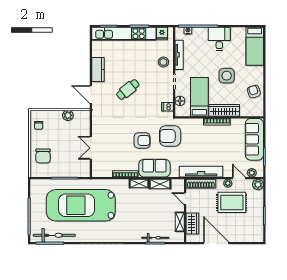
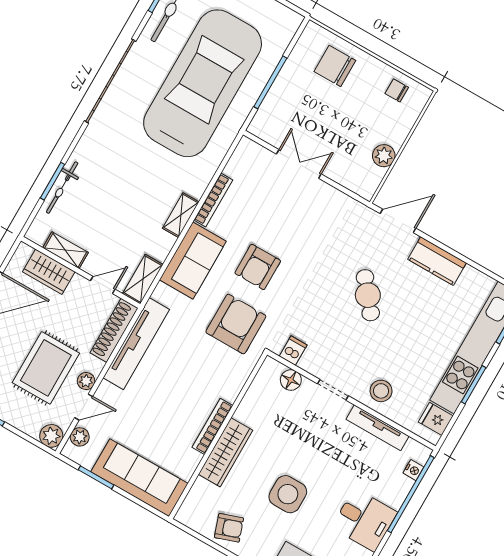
bed: (199, 97) -> (278, 421), removed
shelving: (160, 184) -> (143, 279), moved

